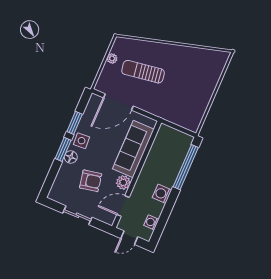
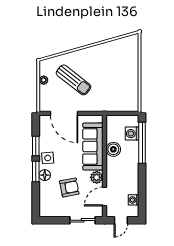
sun lounger: (143, 72) -> (74, 80), turned -133
door: (118, 102) -> (64, 113), hinge flipped
boiler: (153, 161) -> (113, 149), added
washing machine: (162, 194) -> (132, 134), moved
sliding door: (77, 215) -> (83, 220), moved

